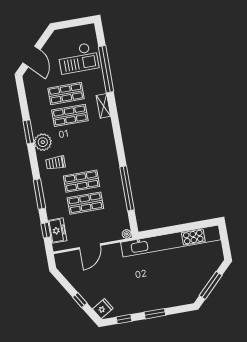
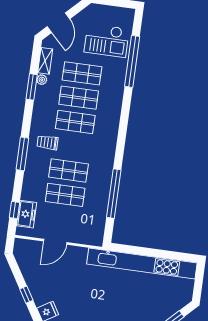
shelving: (103, 106) -> (45, 61), moved
window: (29, 132) -> (32, 87), moved
shop shelf: (74, 137) -> (75, 122), added
plant: (43, 142) -> (42, 80), moved, width x0.53, depth x0.53
window: (39, 194) -> (22, 154), moved
plant: (127, 234) -> (98, 241), removed

